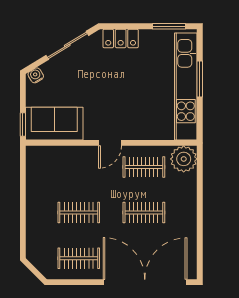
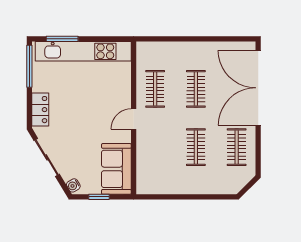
window: (169, 26) -> (29, 66), width x1.44
window: (200, 79) -> (62, 39), moved
window: (23, 124) -> (99, 197), moved
door: (110, 143) -> (134, 119), swing flipped
plant: (184, 159) -> (148, 53), removed

